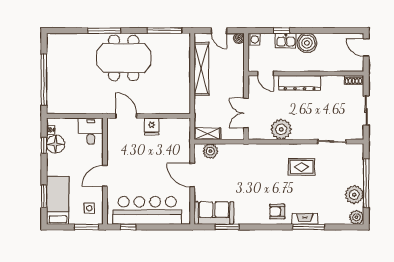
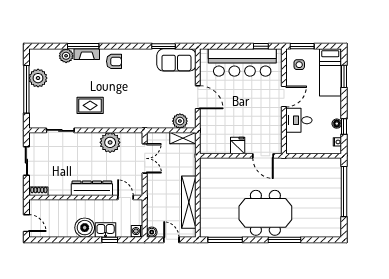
desk: (91, 131) -> (299, 120), moved, turned 90
floor lamp: (56, 144) -> (337, 124), width x0.53, depth x0.53
plant: (356, 217) -> (66, 56), moved

